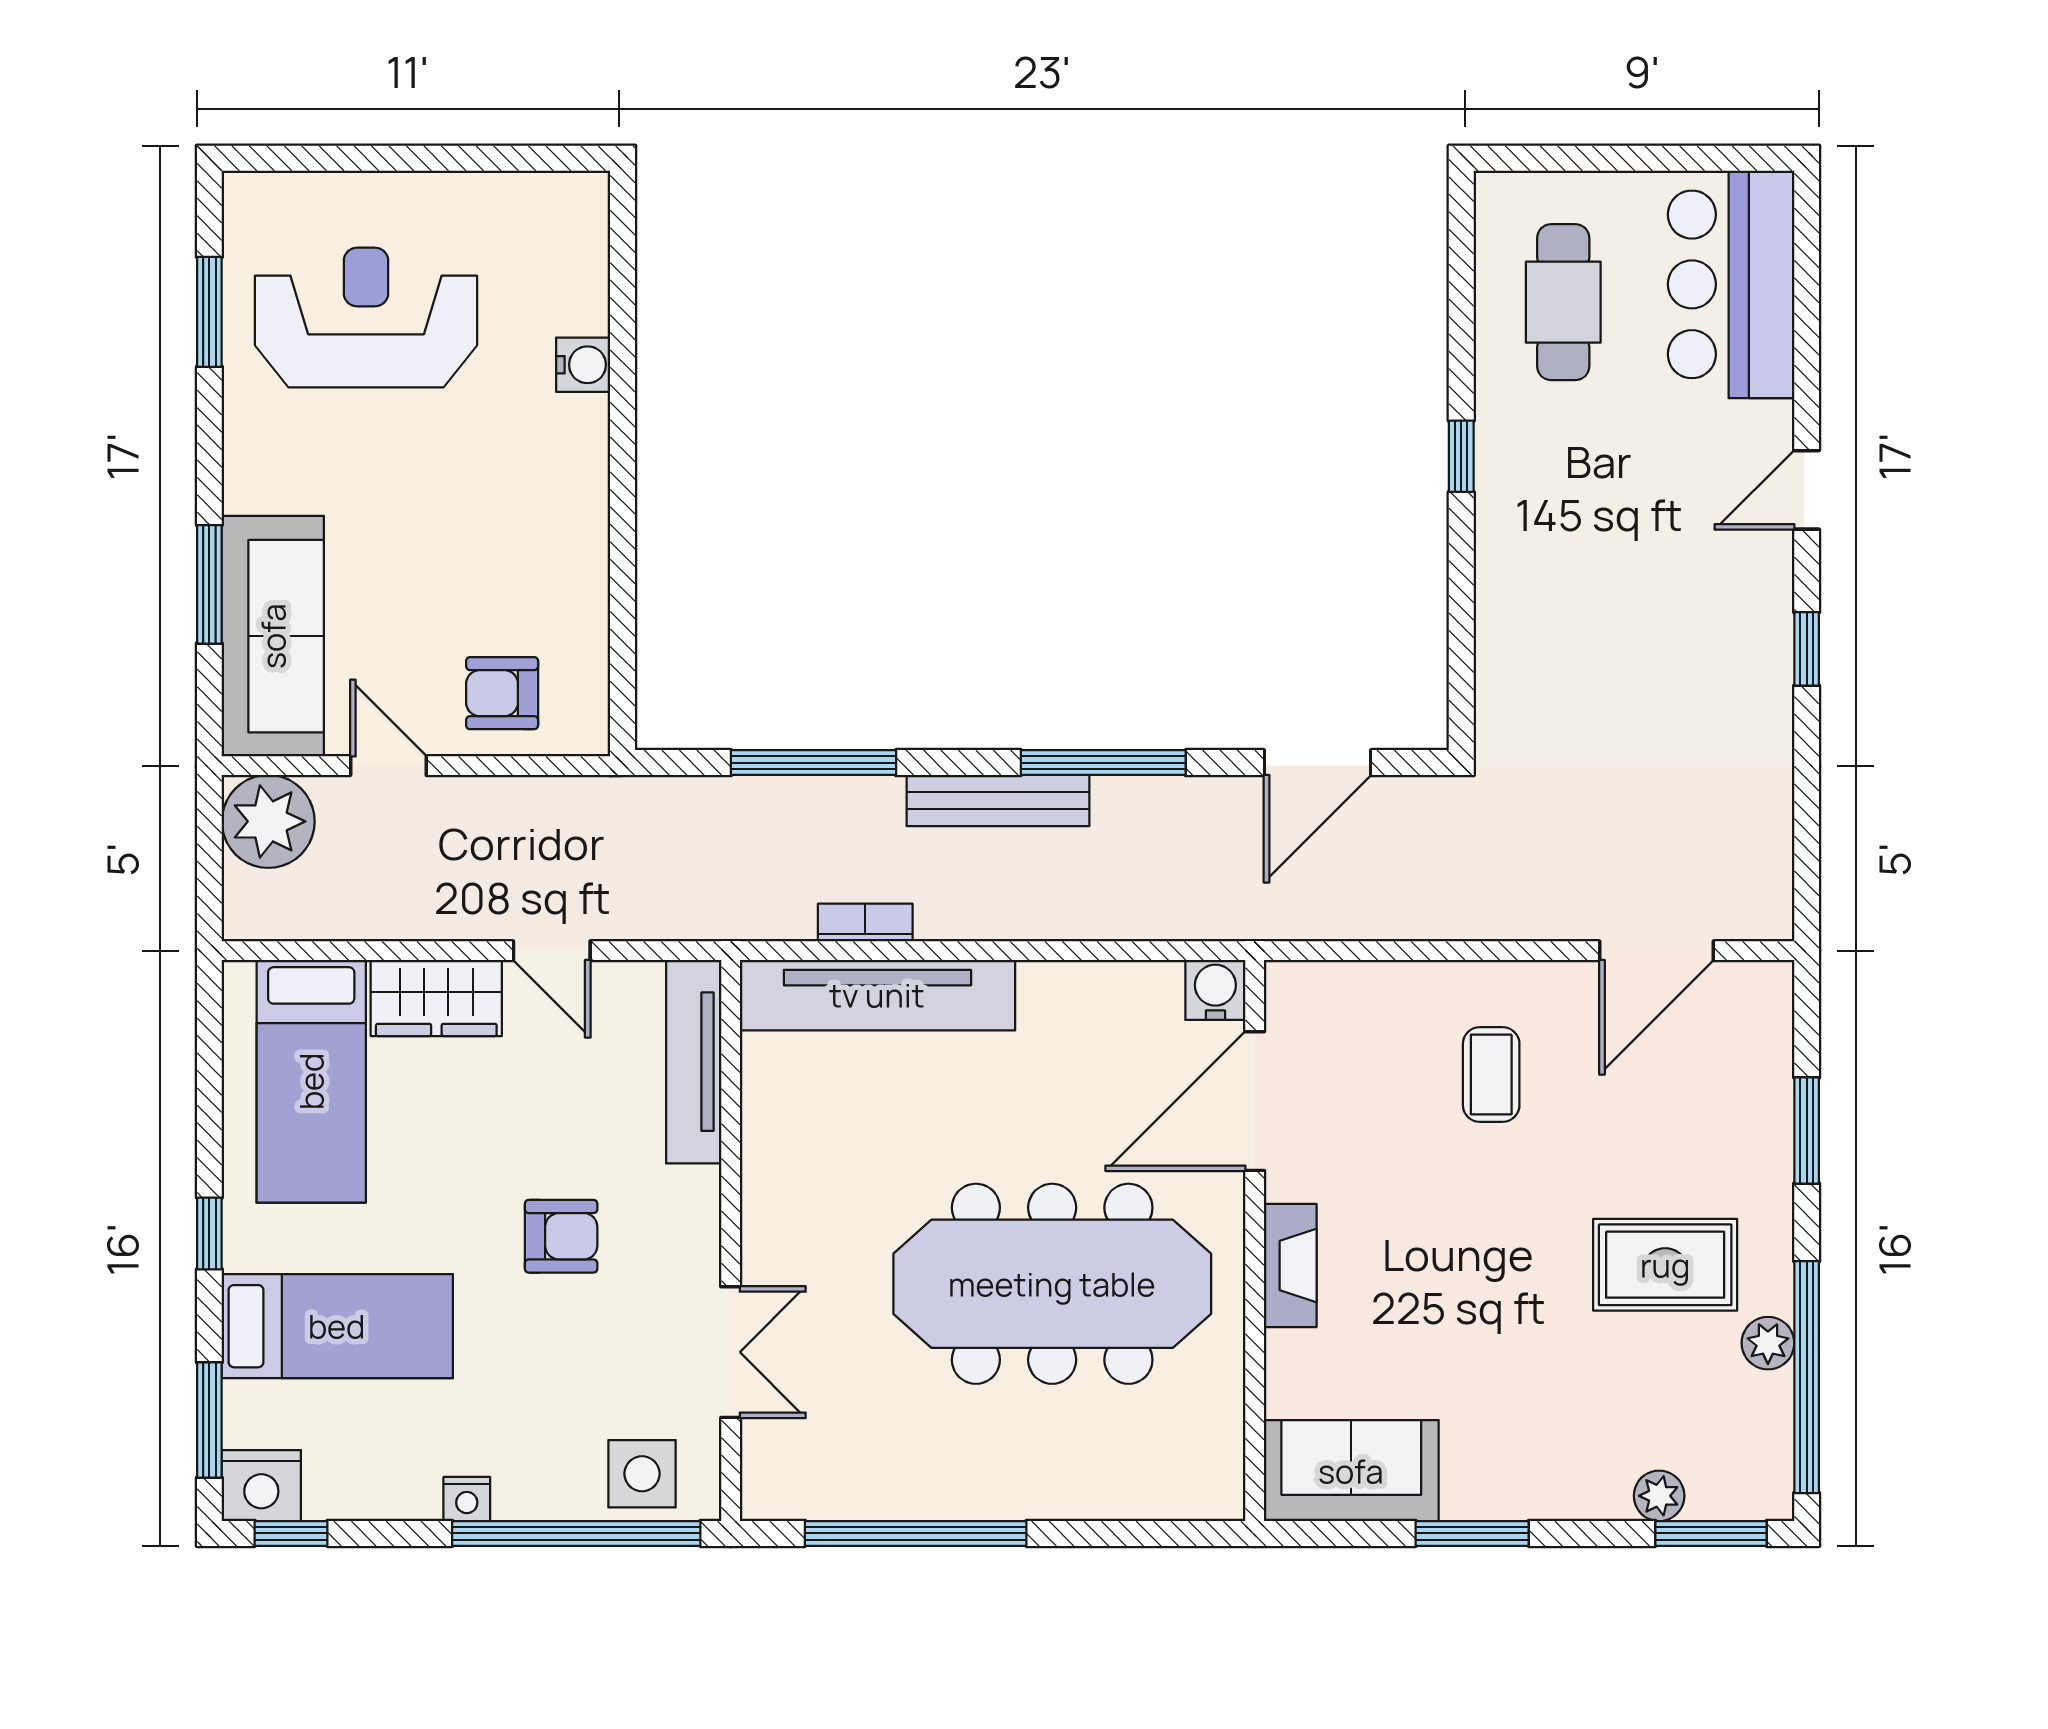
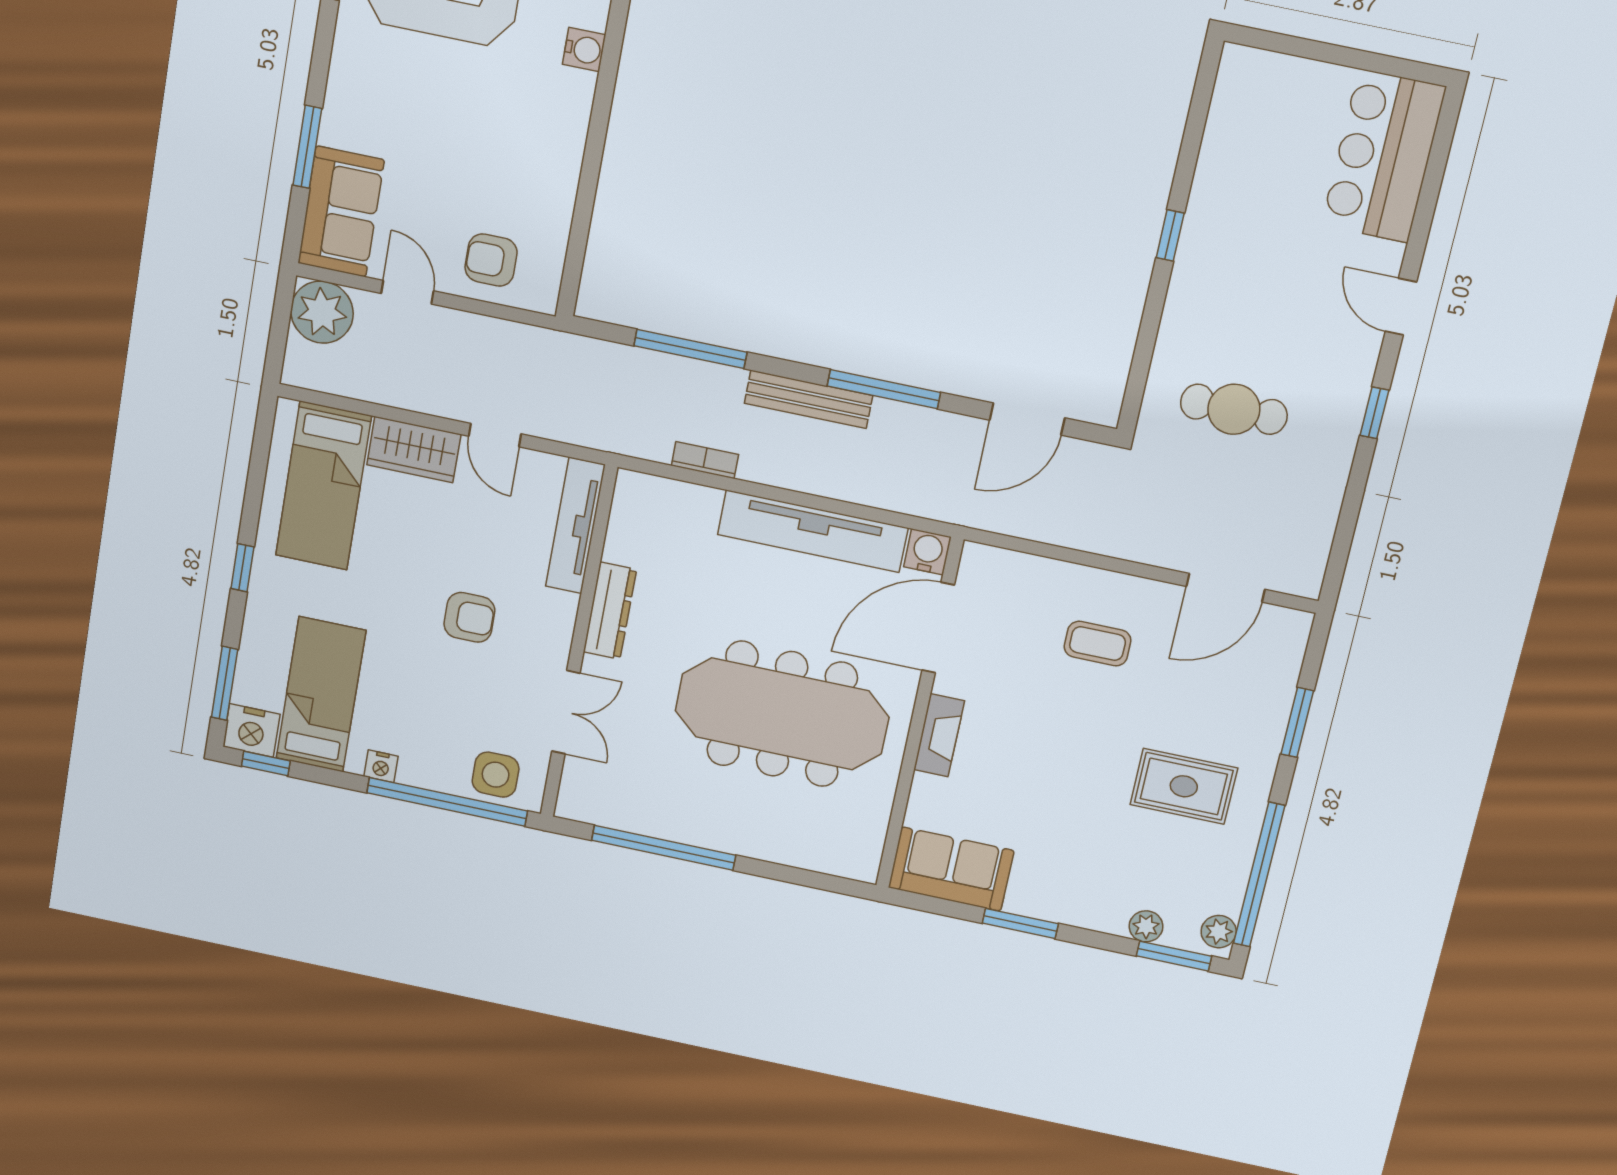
cafe table: (1563, 302) -> (1234, 409), moved, turned 90
door: (1807, 490) -> (1401, 307), hinge flipped
sofa: (273, 636) -> (341, 212), width x0.73
tv unit: (877, 995) -> (813, 531), moved
coffee table: (1491, 1074) -> (1098, 644), turned 90
dresser: (768, 1180) -> (610, 611), added
bed: (337, 1326) -> (321, 694), moved, turned -90
plant: (1768, 1343) -> (1219, 932), moved

